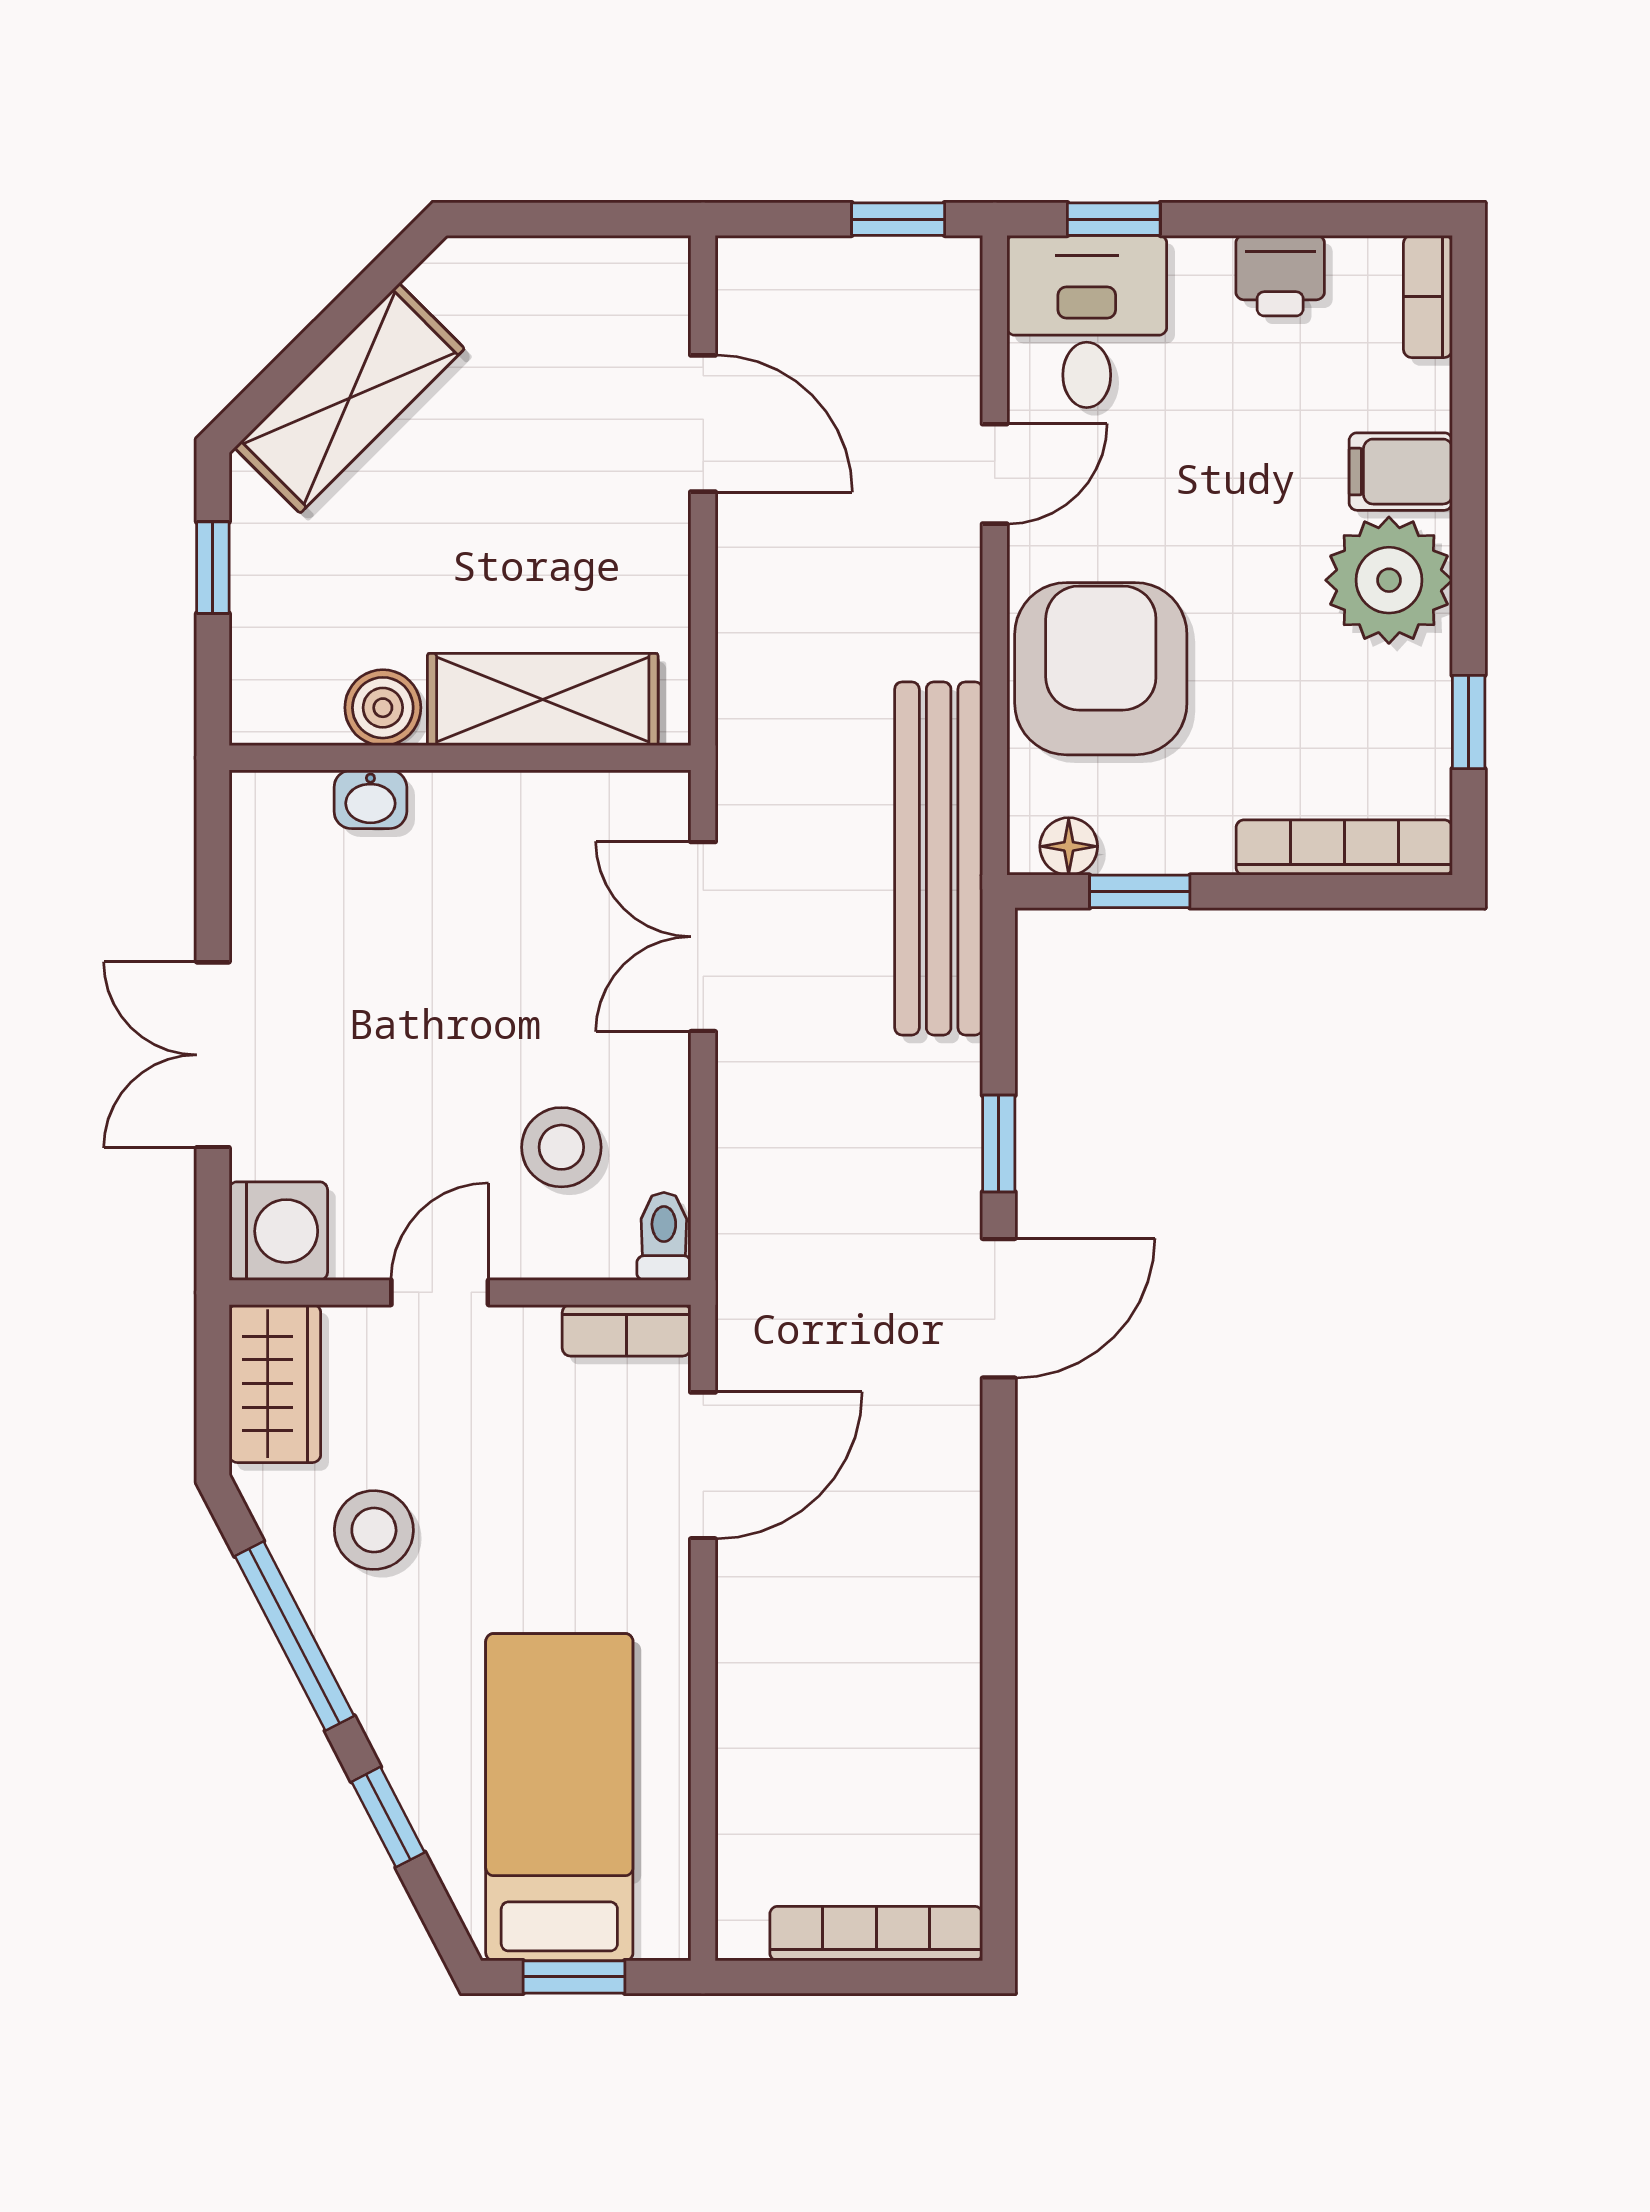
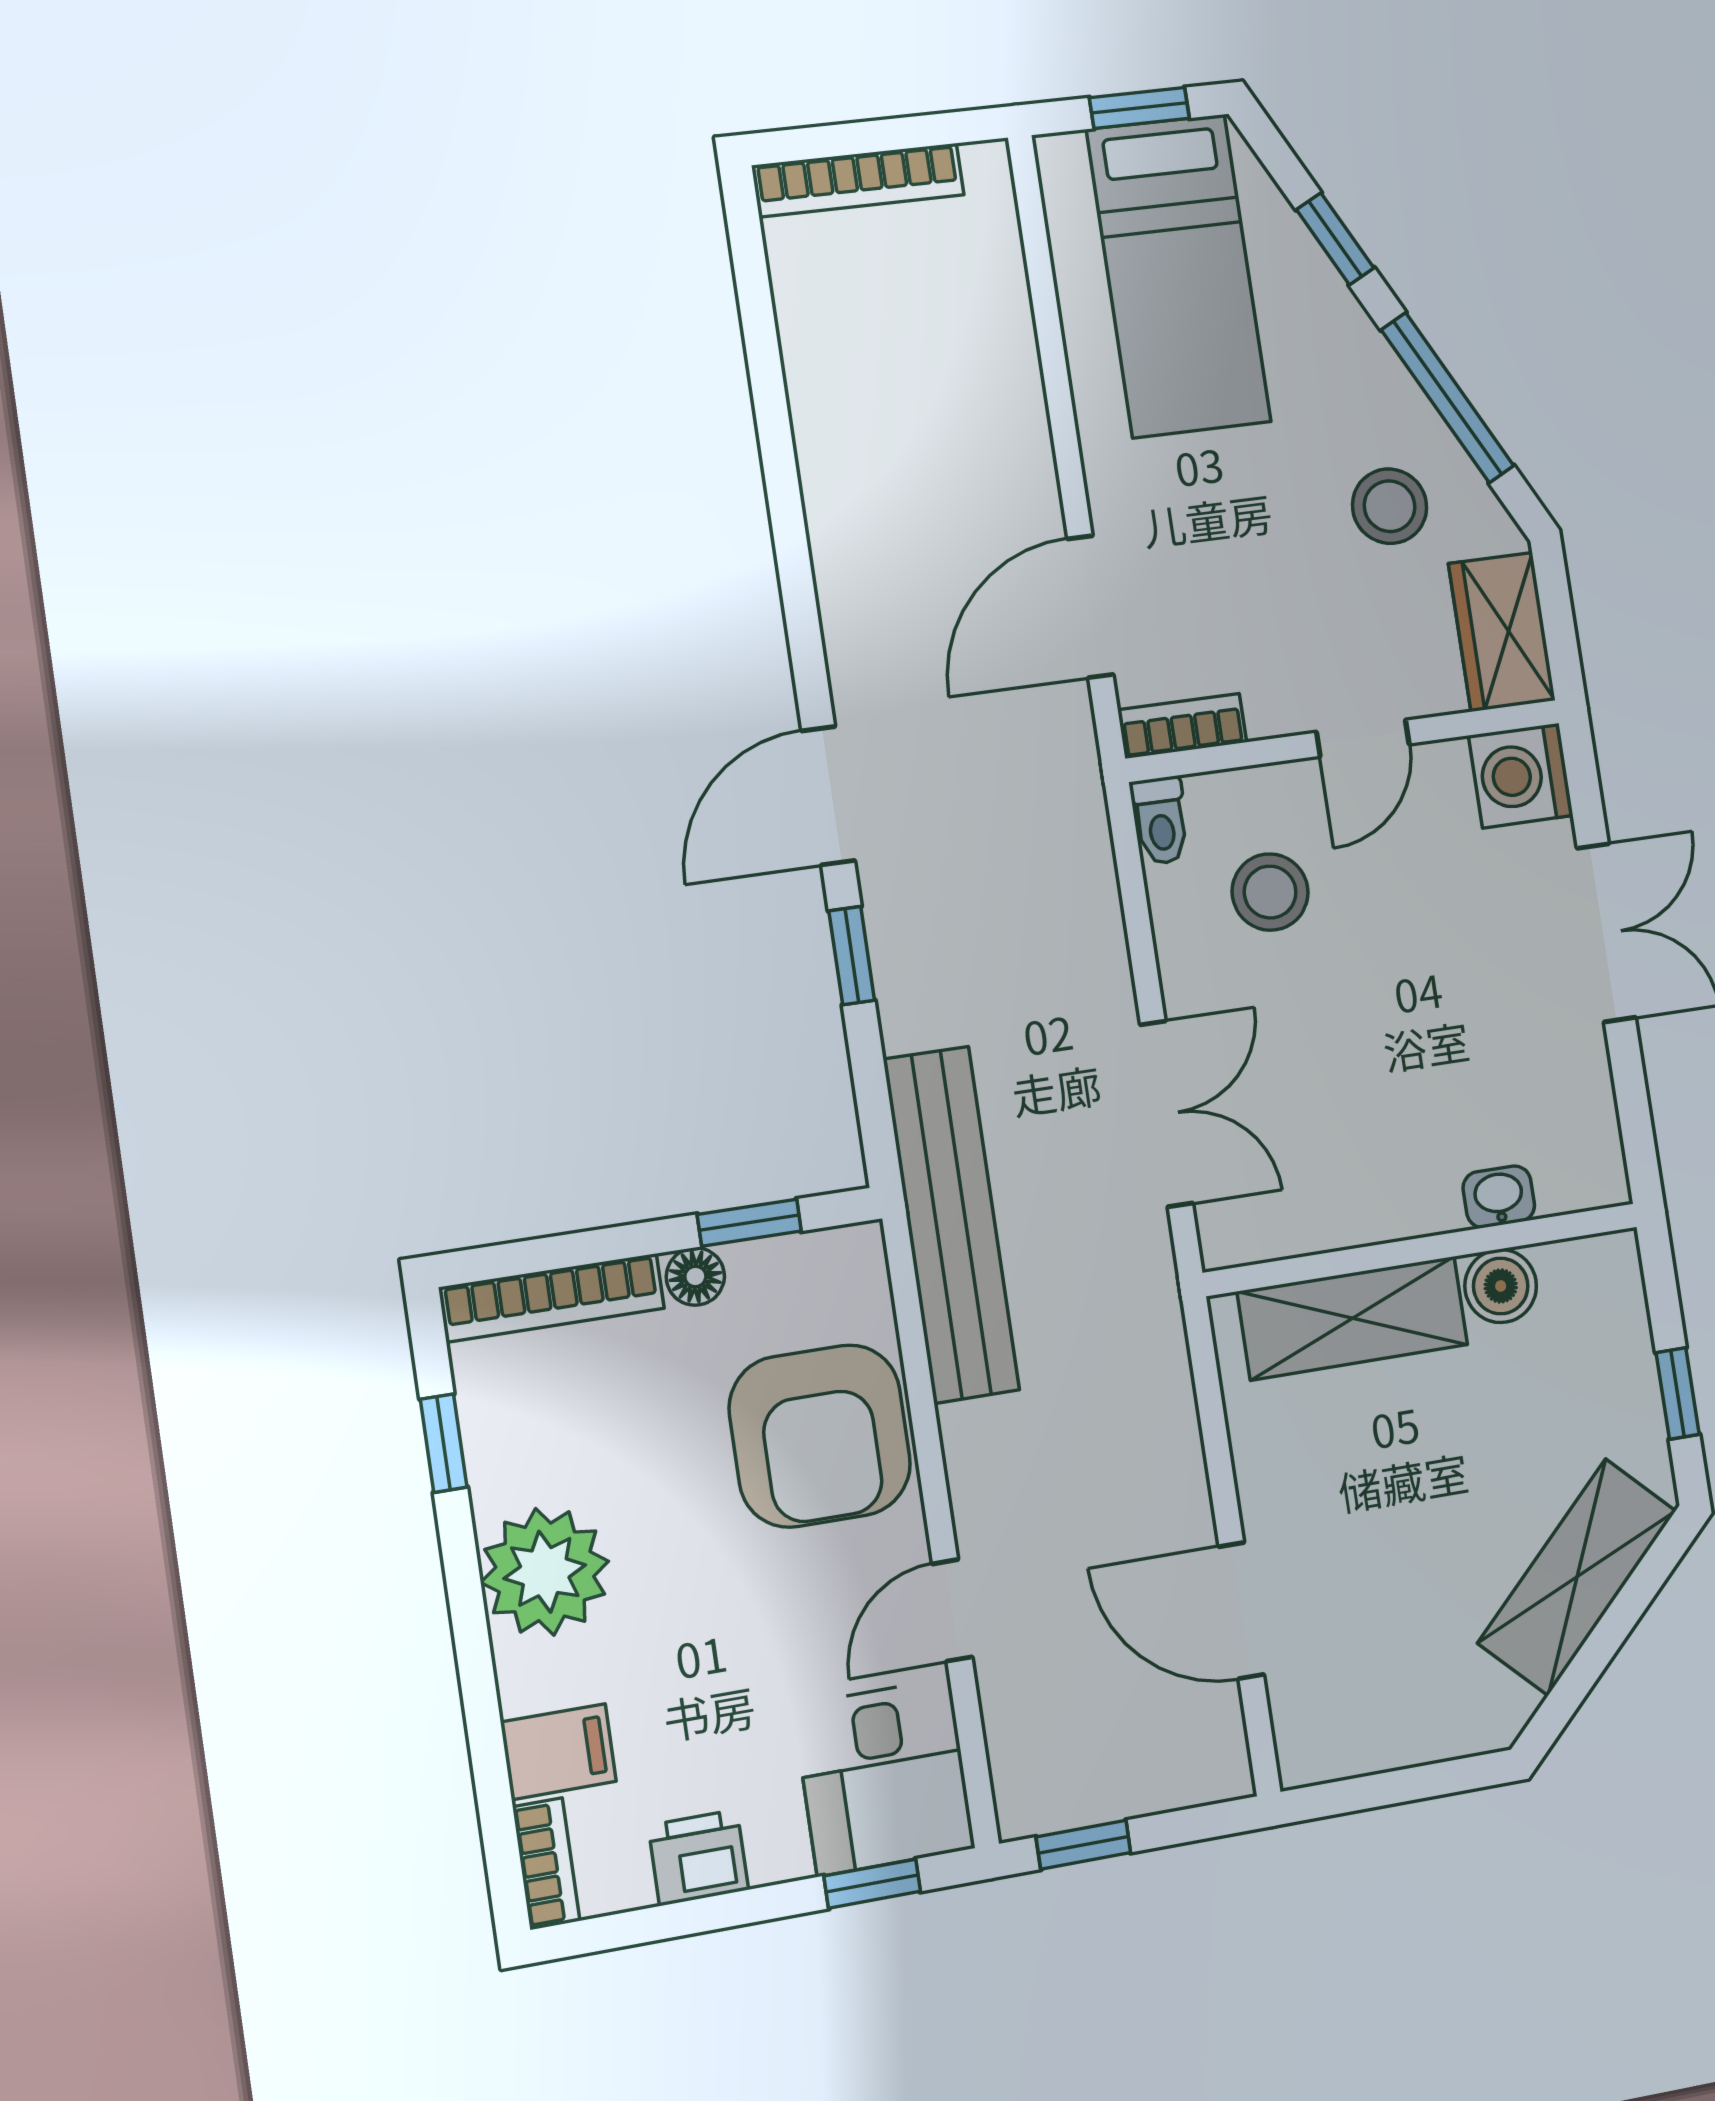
filing cabinet: (1401, 472) -> (558, 1752), moved
floor lamp: (1069, 846) -> (695, 1277), moved

